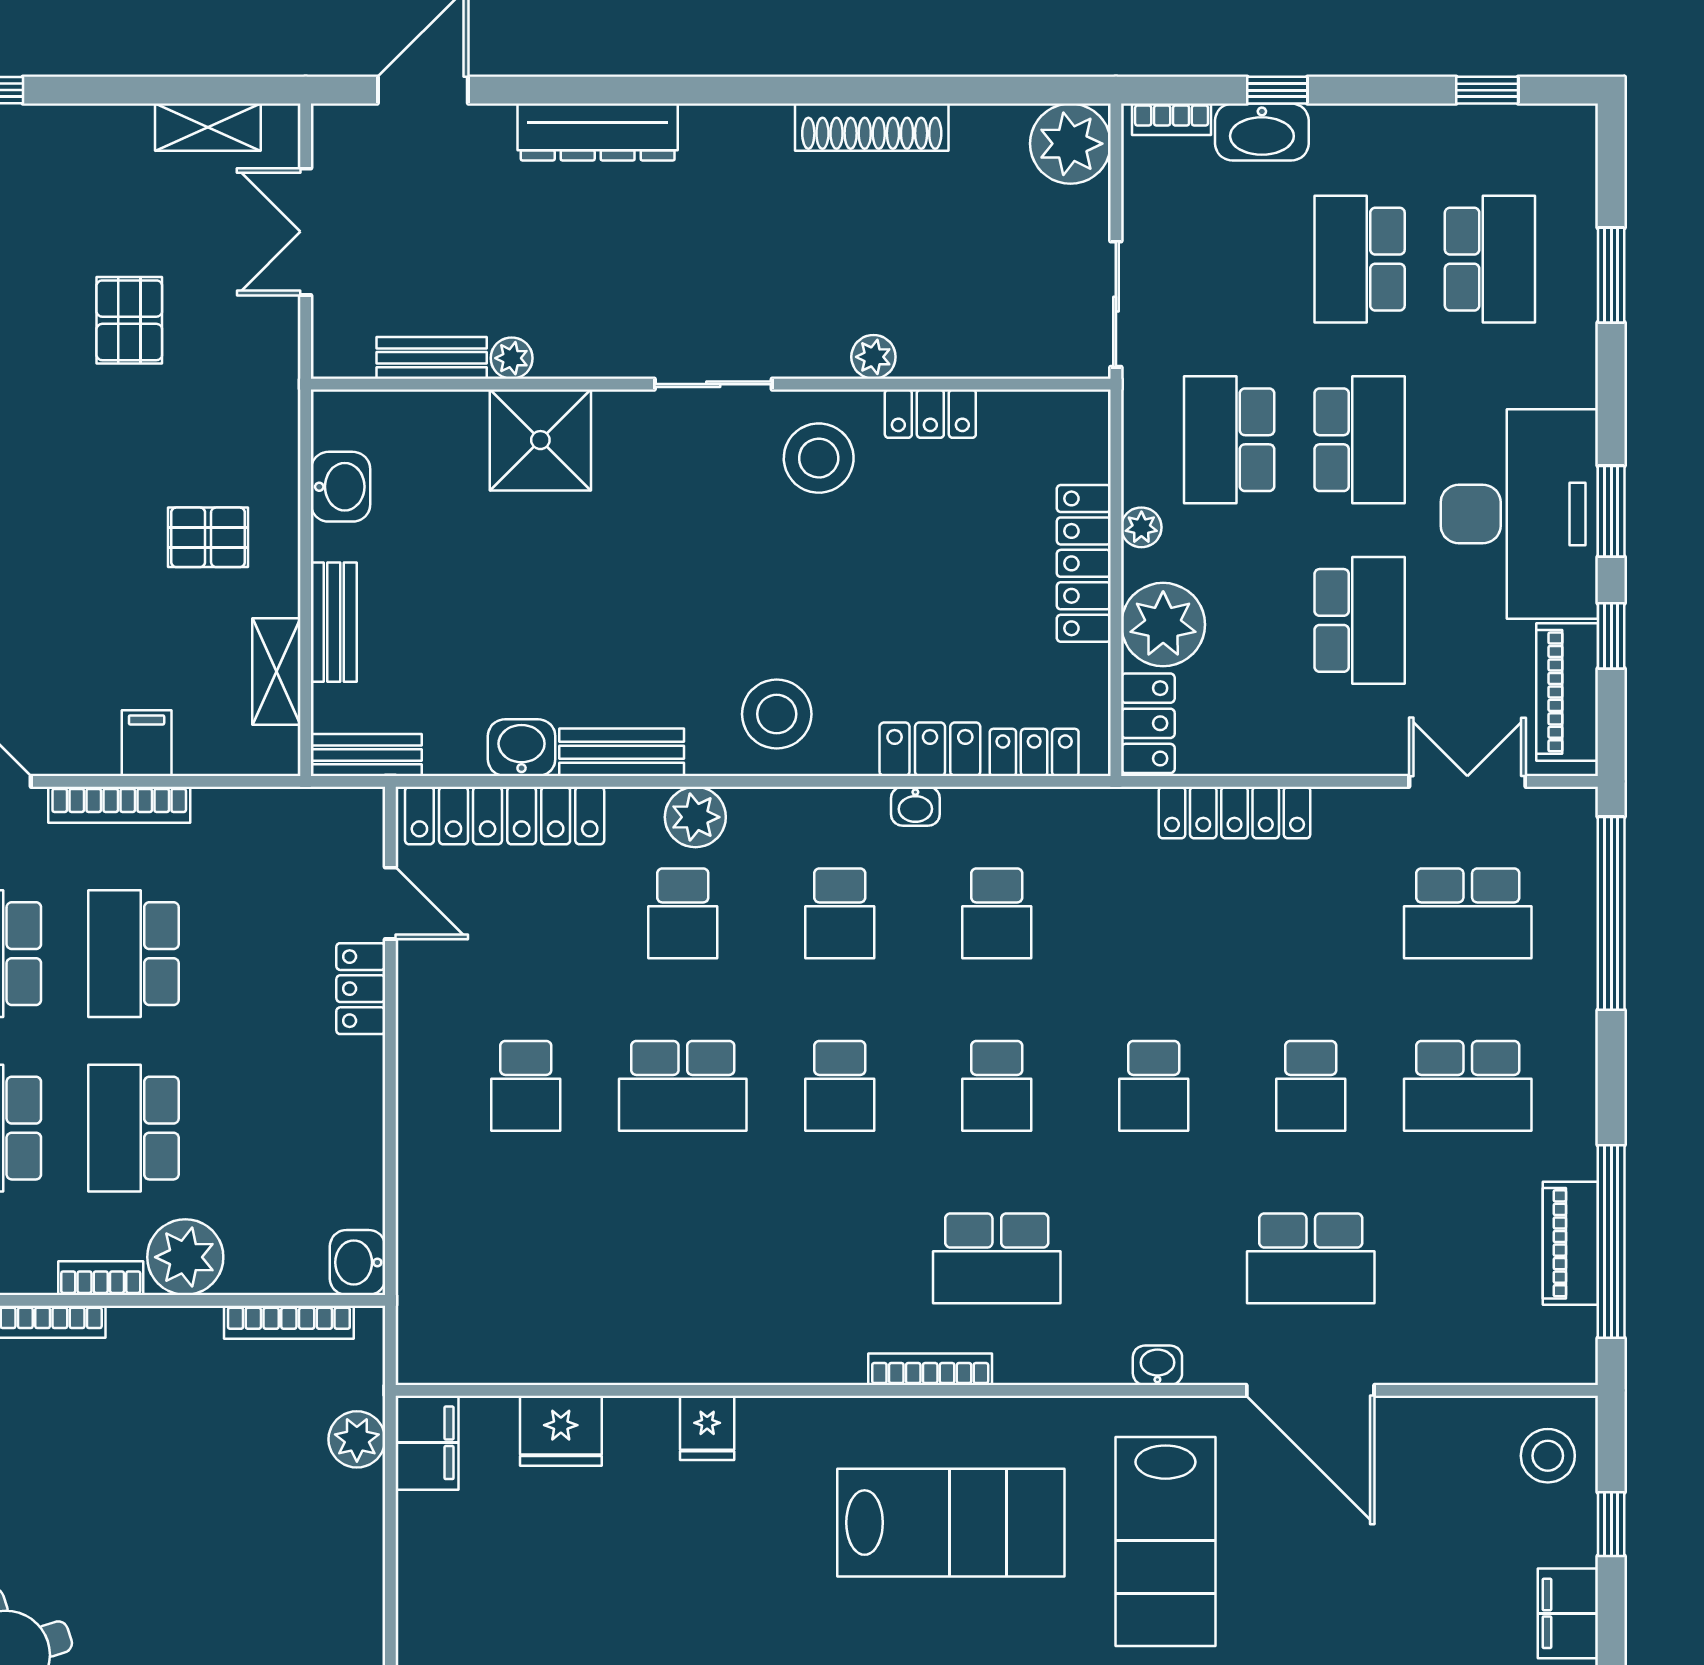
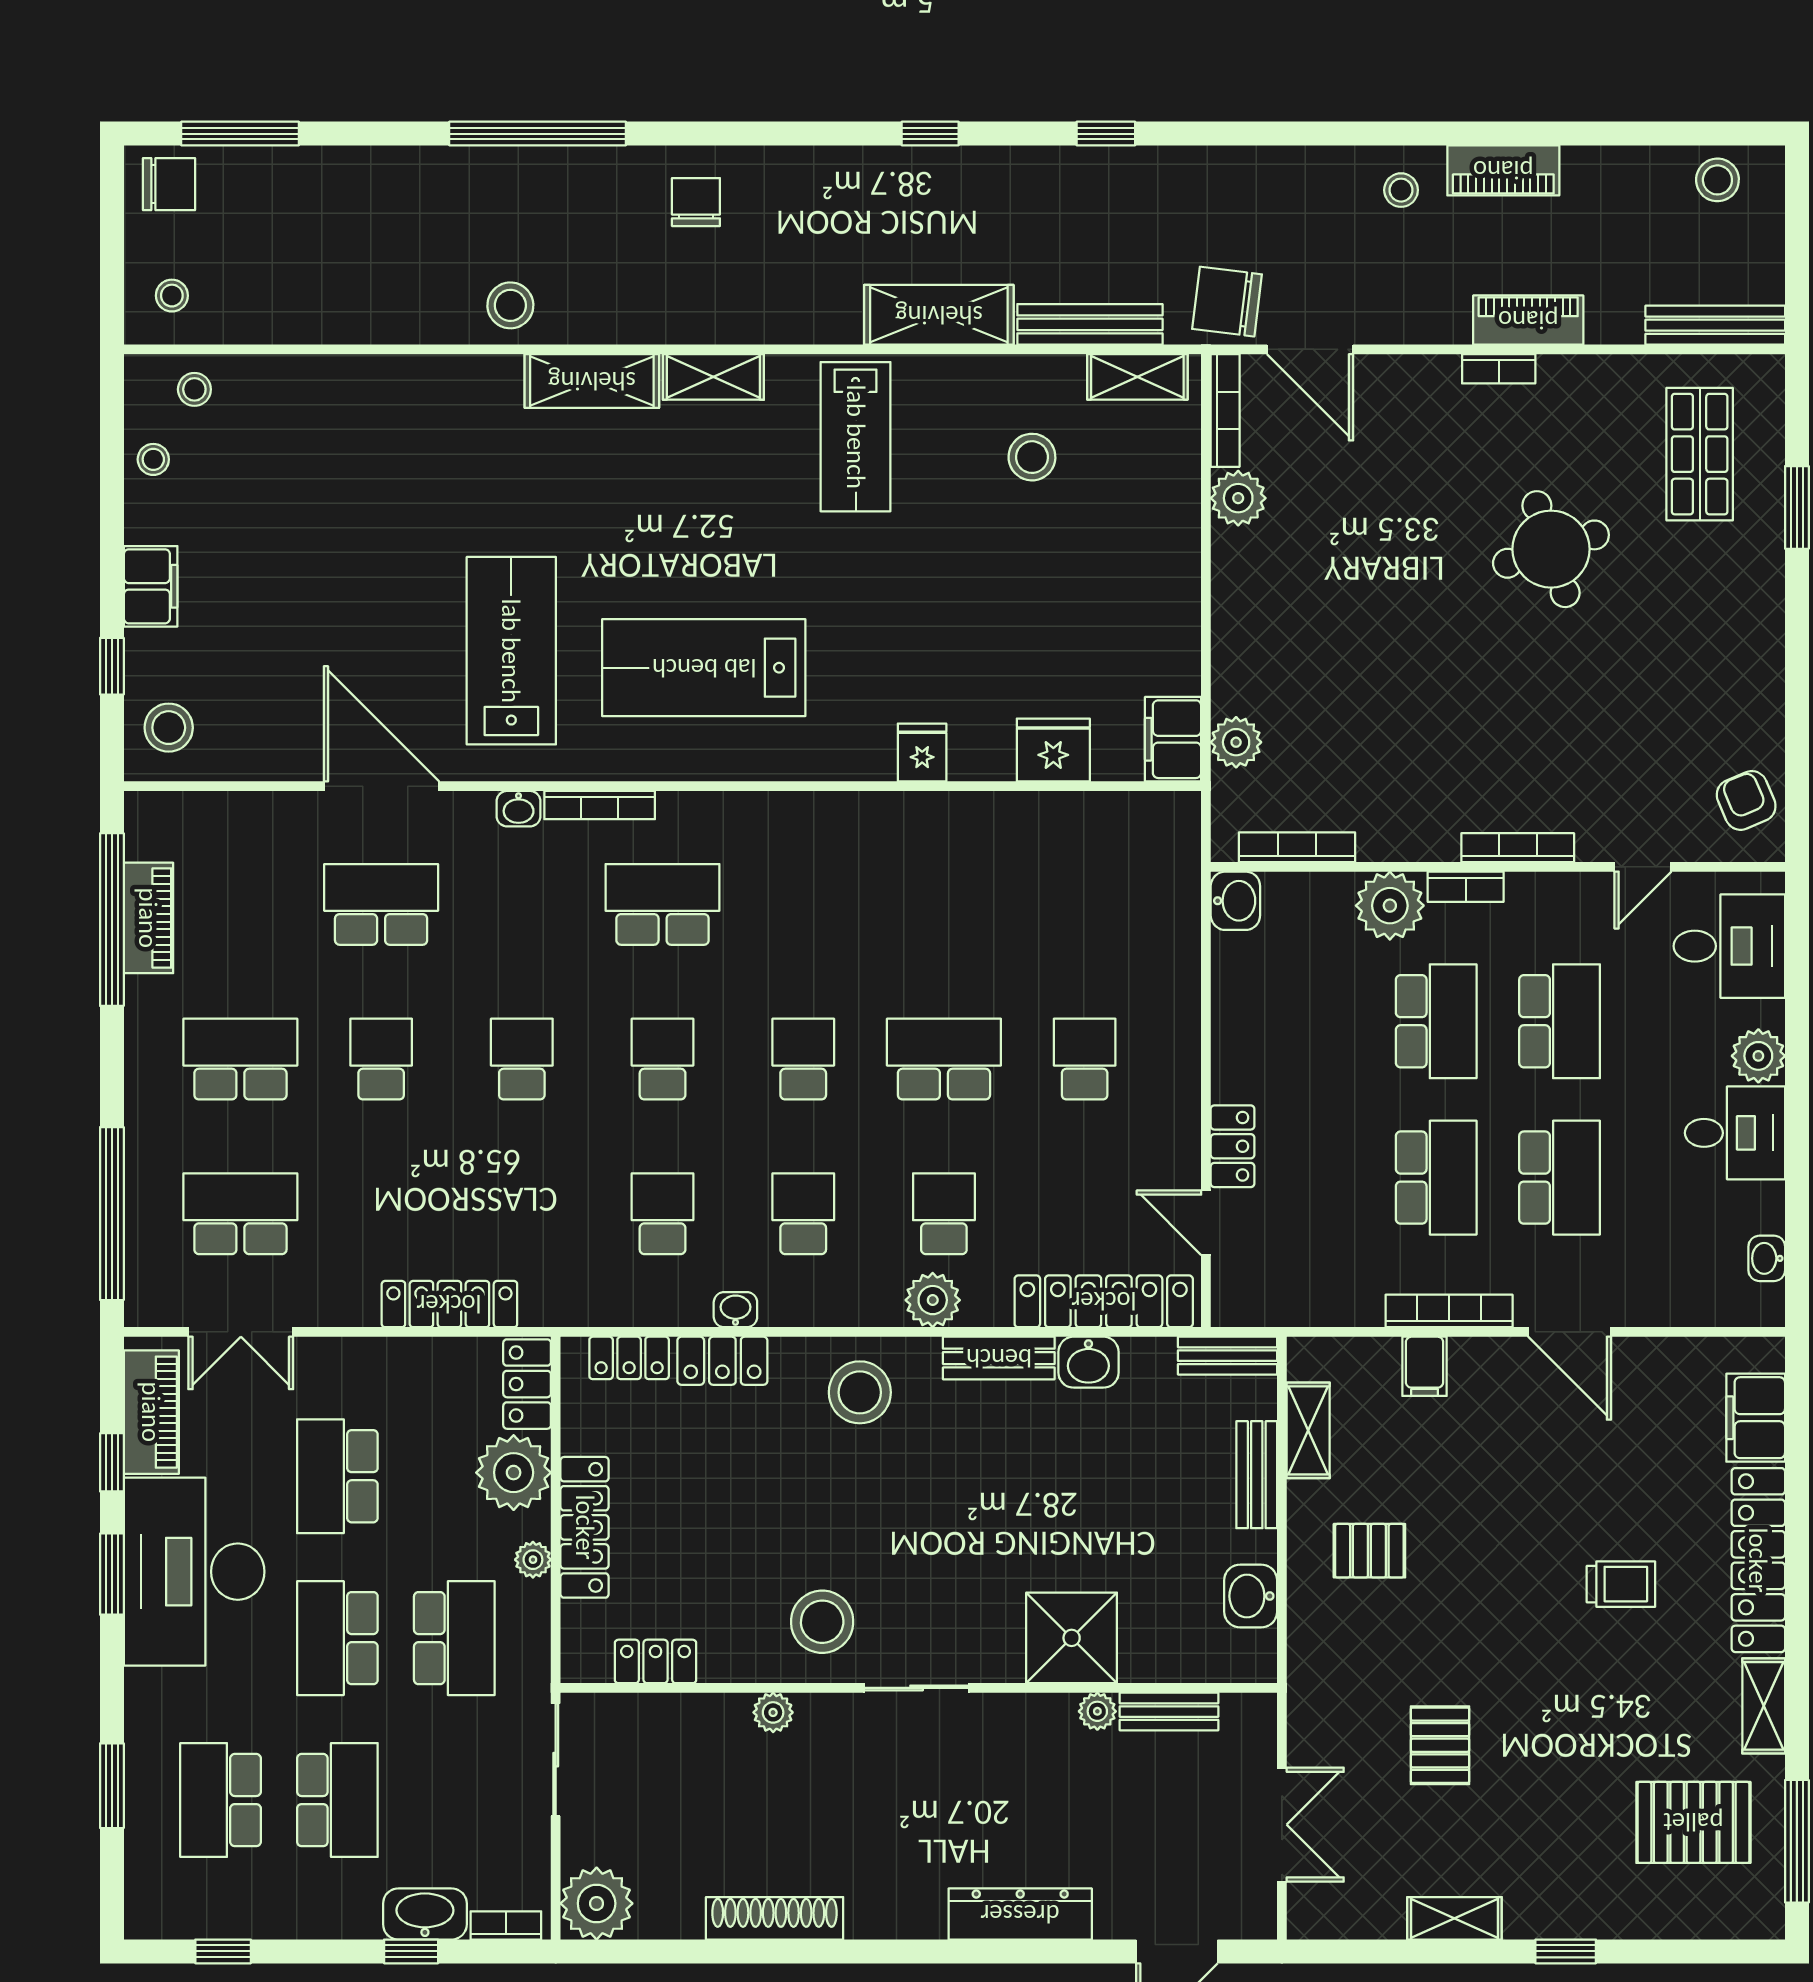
shelving: (208, 127) -> (1454, 1918), moved
locker: (930, 414) -> (656, 1661), moved
bookcase: (930, 1369) -> (600, 805), moved

